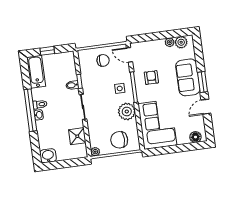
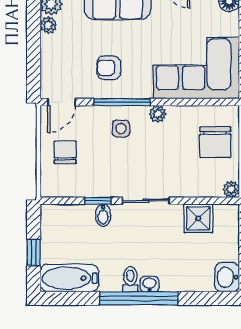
plant: (127, 111) -> (158, 114), width x0.53, depth x0.53

